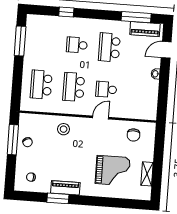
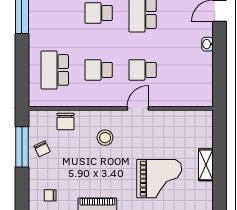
school desk: (74, 87) -> (99, 70), width x0.54
stool: (64, 129) -> (105, 138), moved
chair: (133, 135) -> (65, 121), moved
shelving: (147, 174) -> (206, 165), moved

